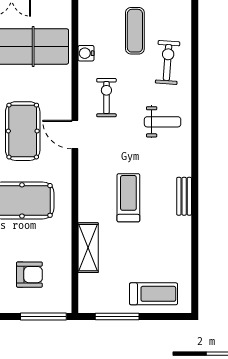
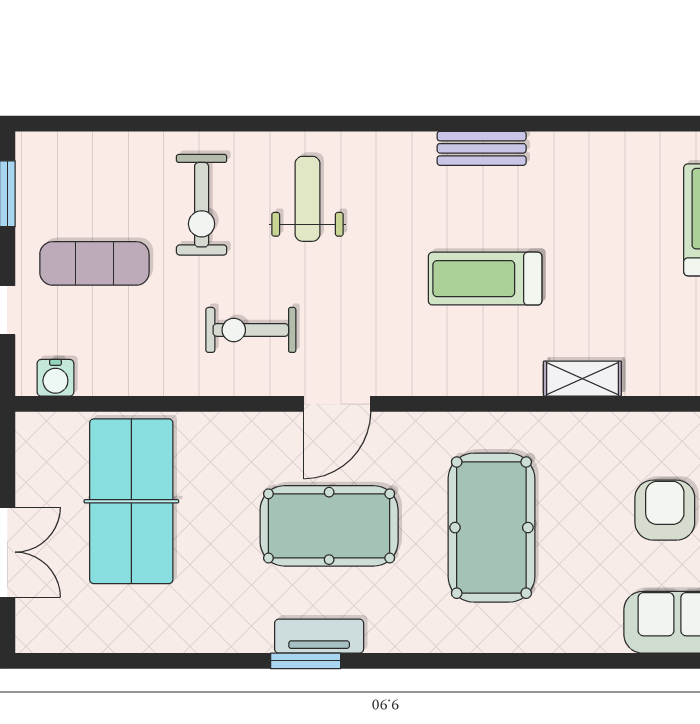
water cooler: (86, 53) -> (55, 378), moved
exercise bike: (168, 62) -> (202, 205), moved, turned -94
shelving: (88, 248) -> (582, 379), width x0.67, depth x0.75

